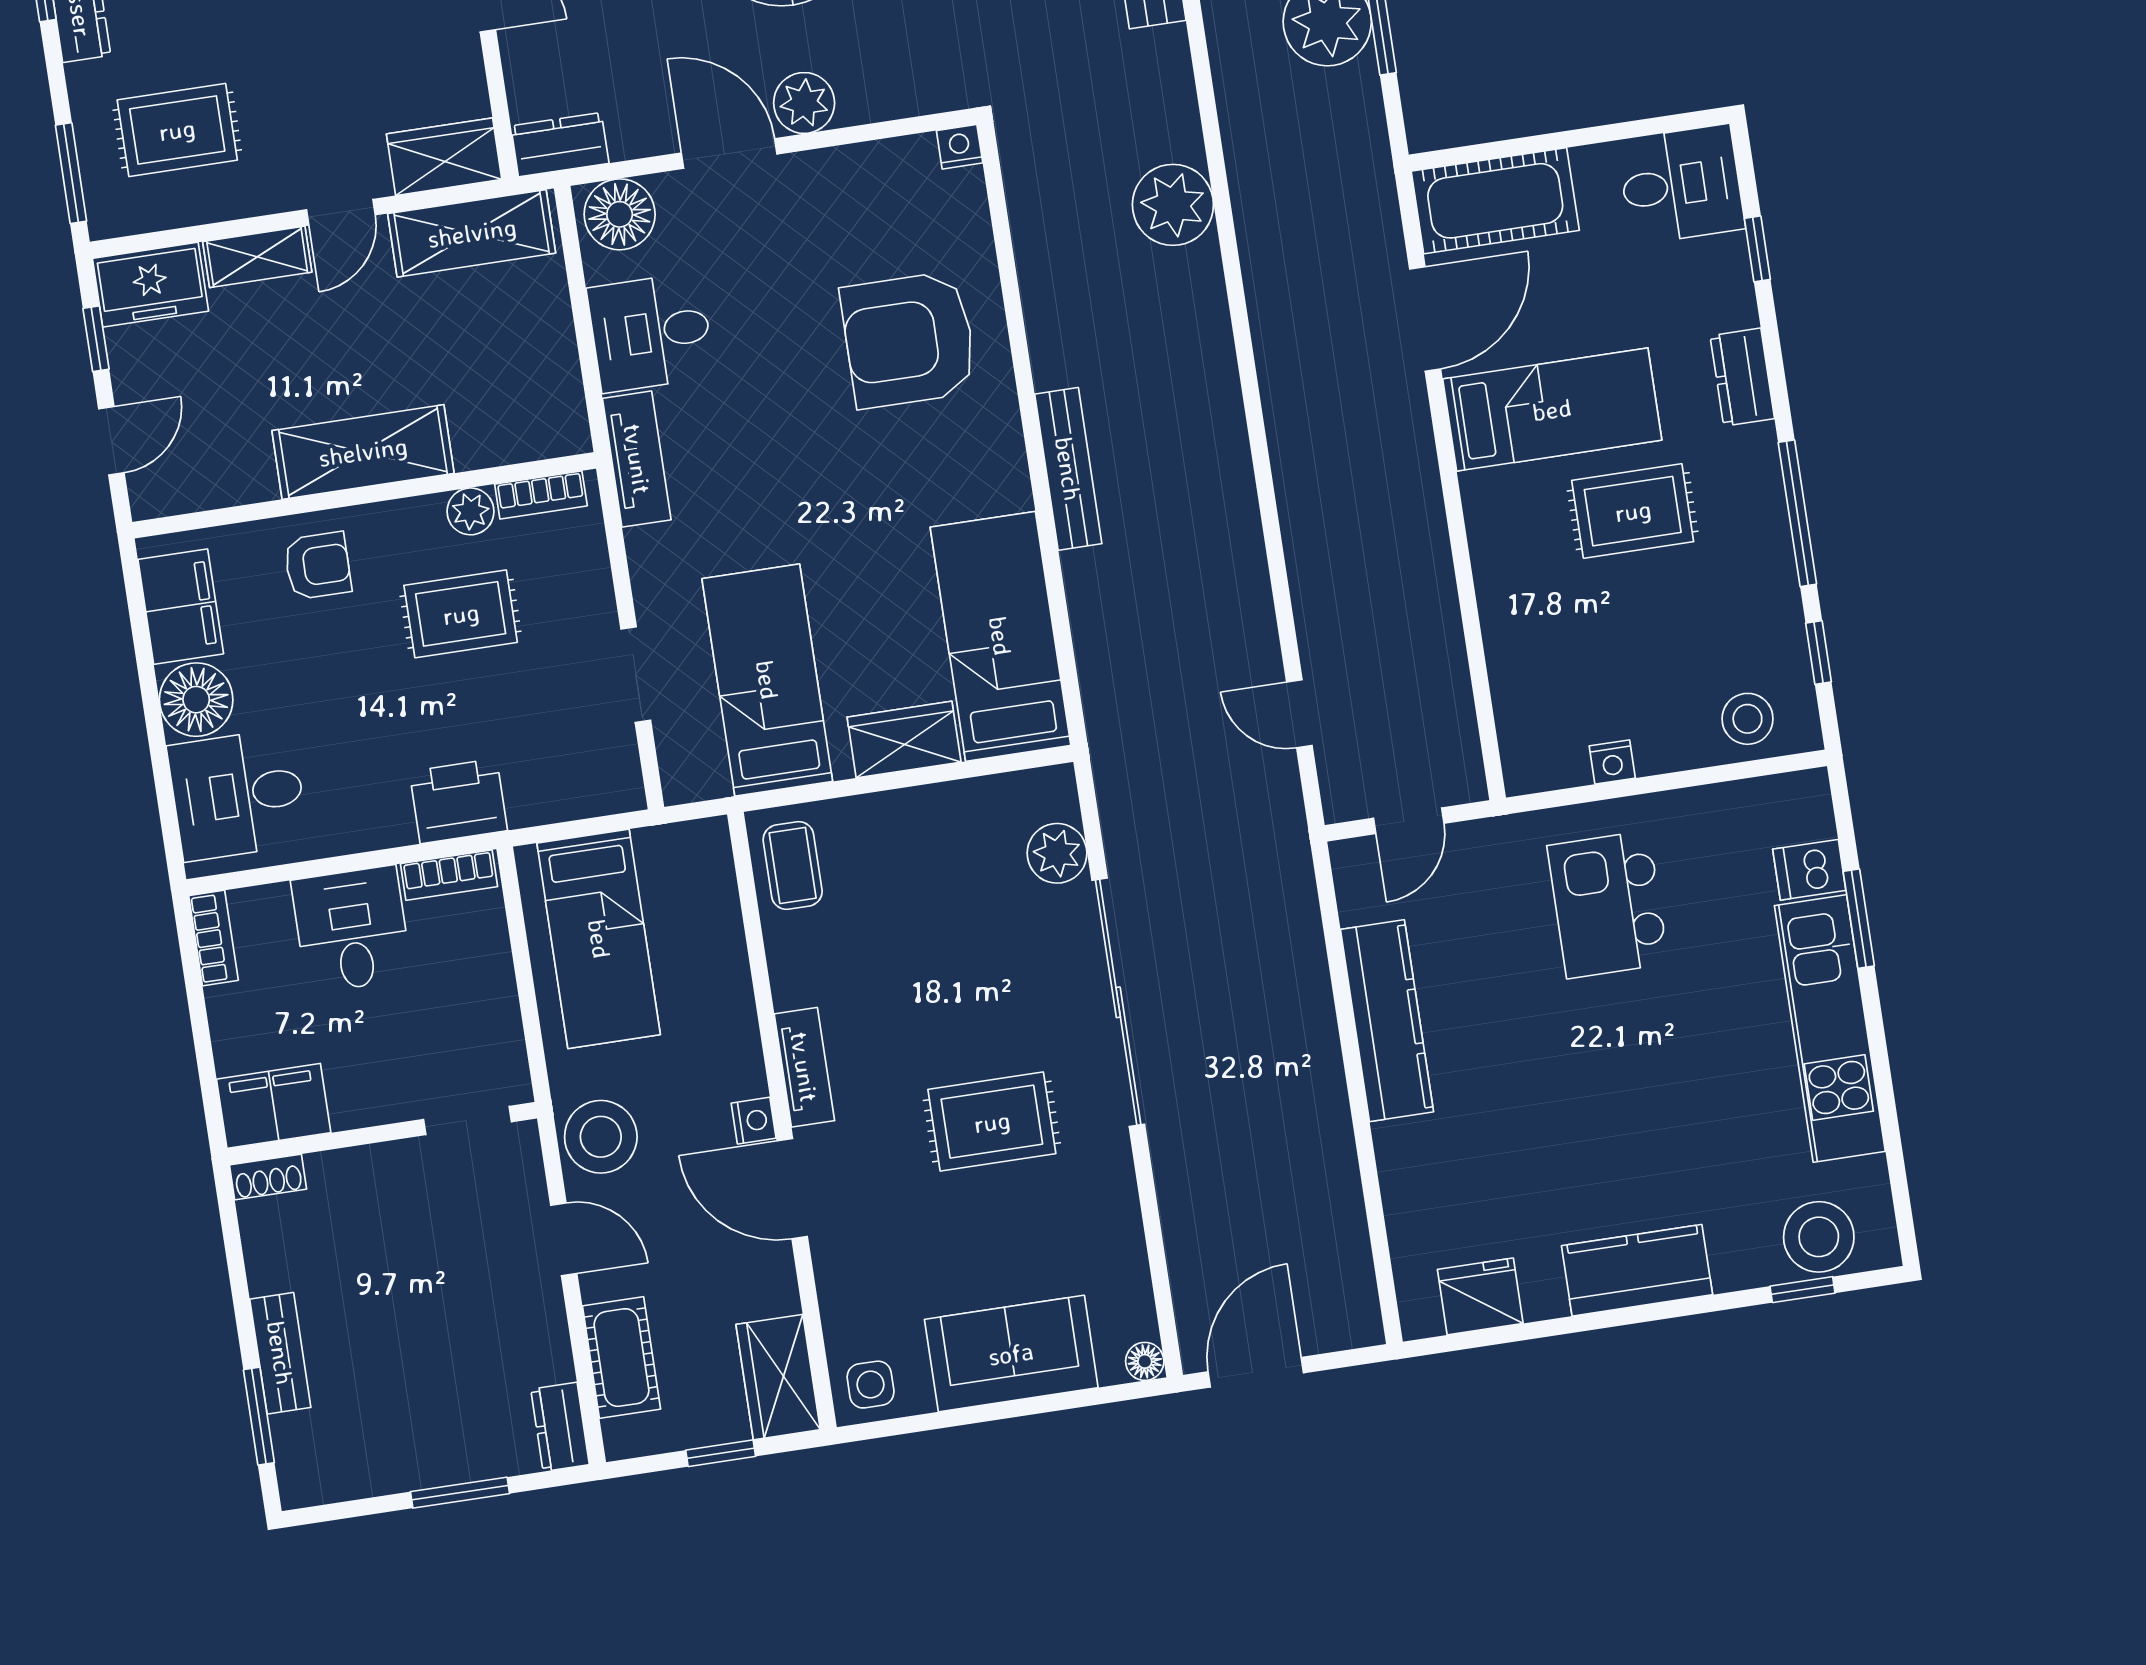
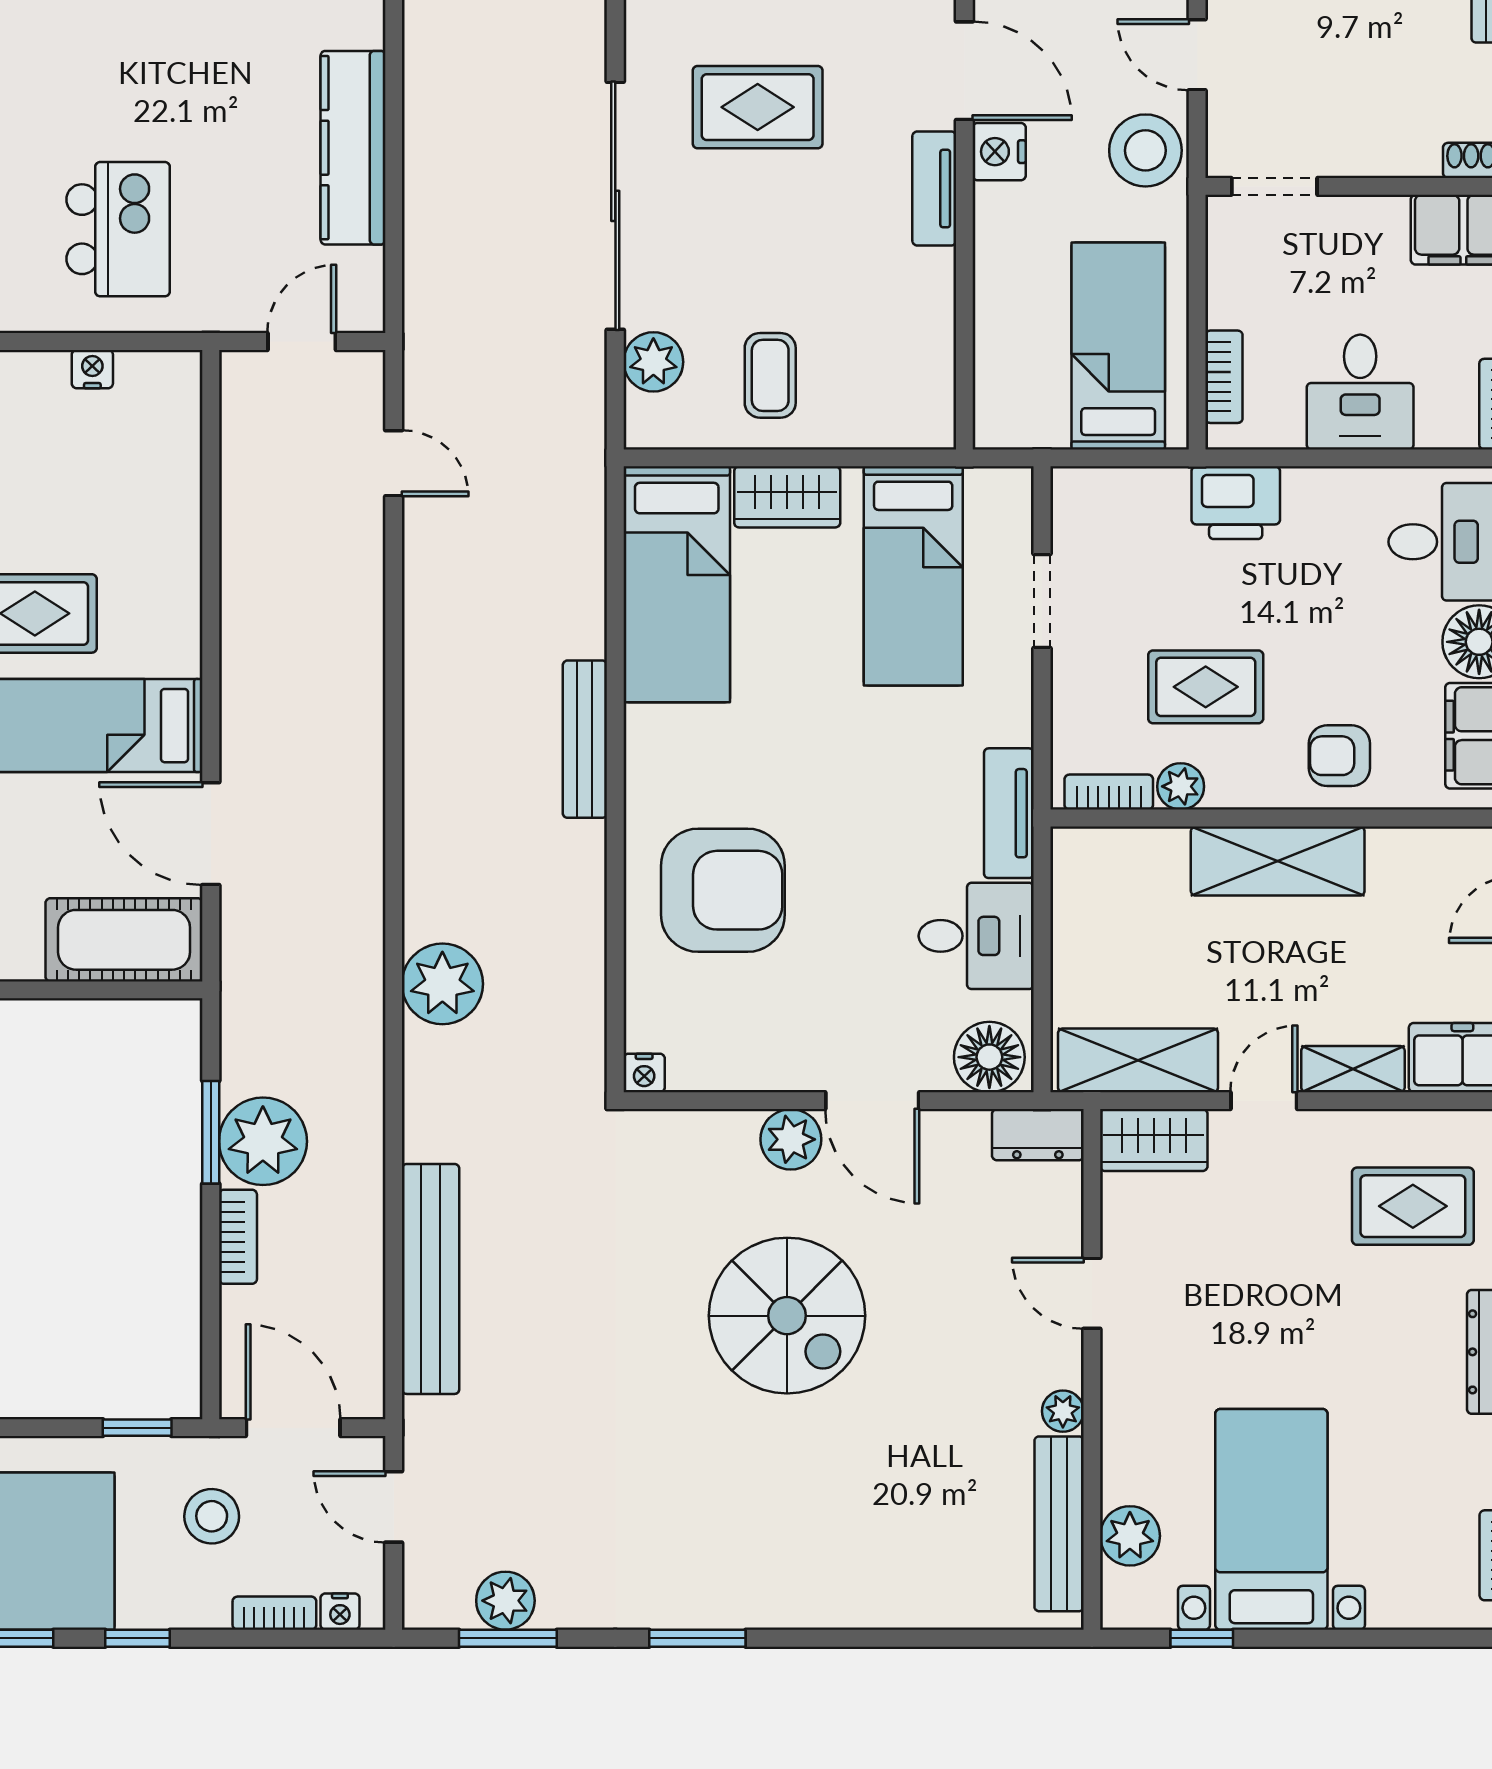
door: (1425, 319) -> (211, 834), hinge flipped
coffee table: (793, 866) -> (770, 375), moved
bookcase: (449, 875) -> (1224, 377), moved, turned 90
nightstand: (754, 1121) -> (999, 152), width x1.39, depth x1.35

